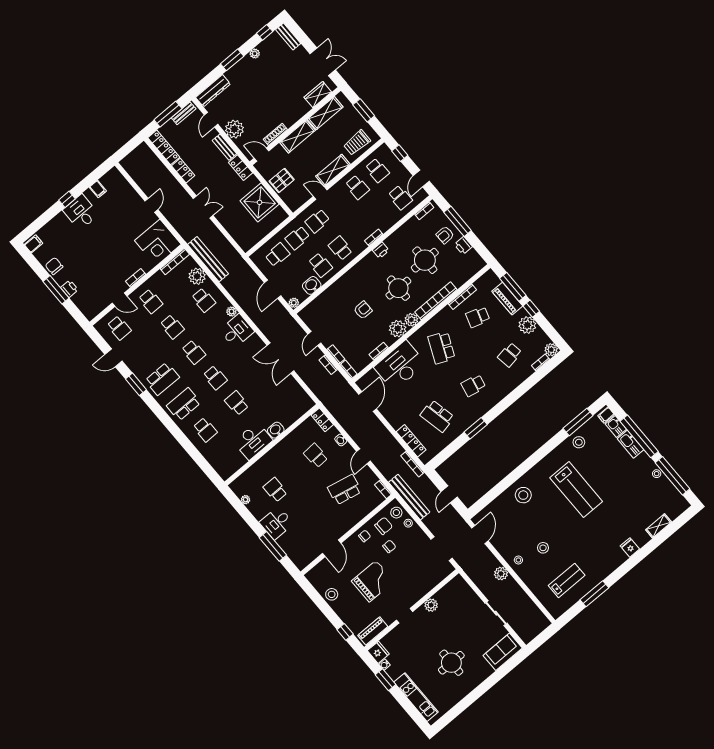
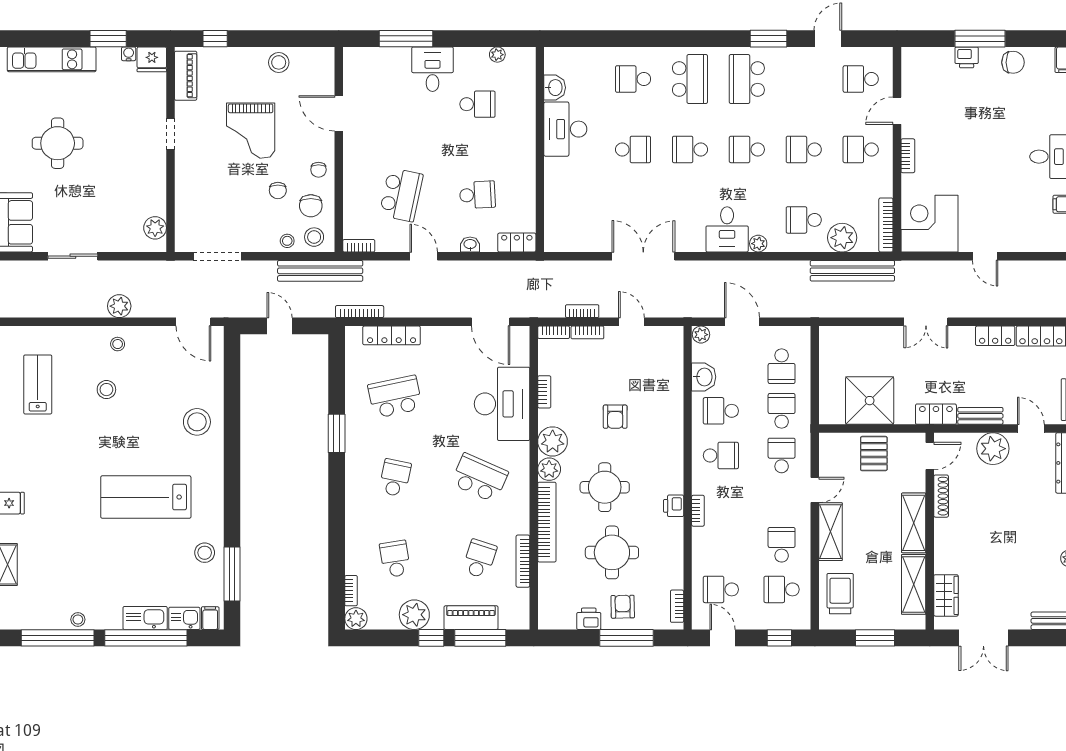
school desk: (357, 187) -> (782, 545), turned 90
washbasin: (276, 430) -> (555, 88), moved
lab bench: (567, 580) -> (38, 384), turned 180
plant: (431, 605) -> (155, 228), moved

